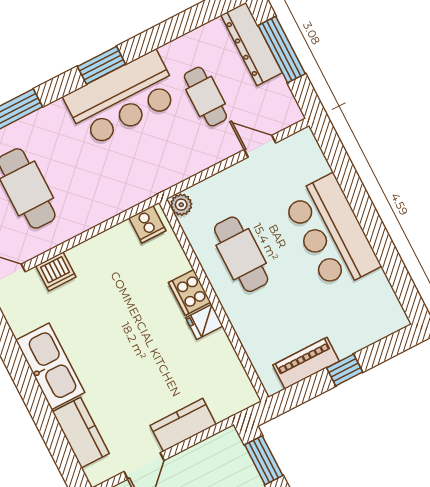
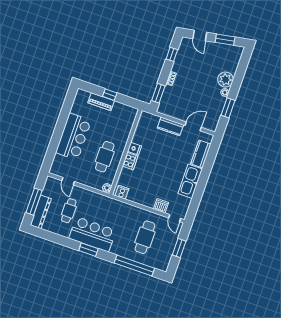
piano: (306, 363) -> (101, 102), moved

